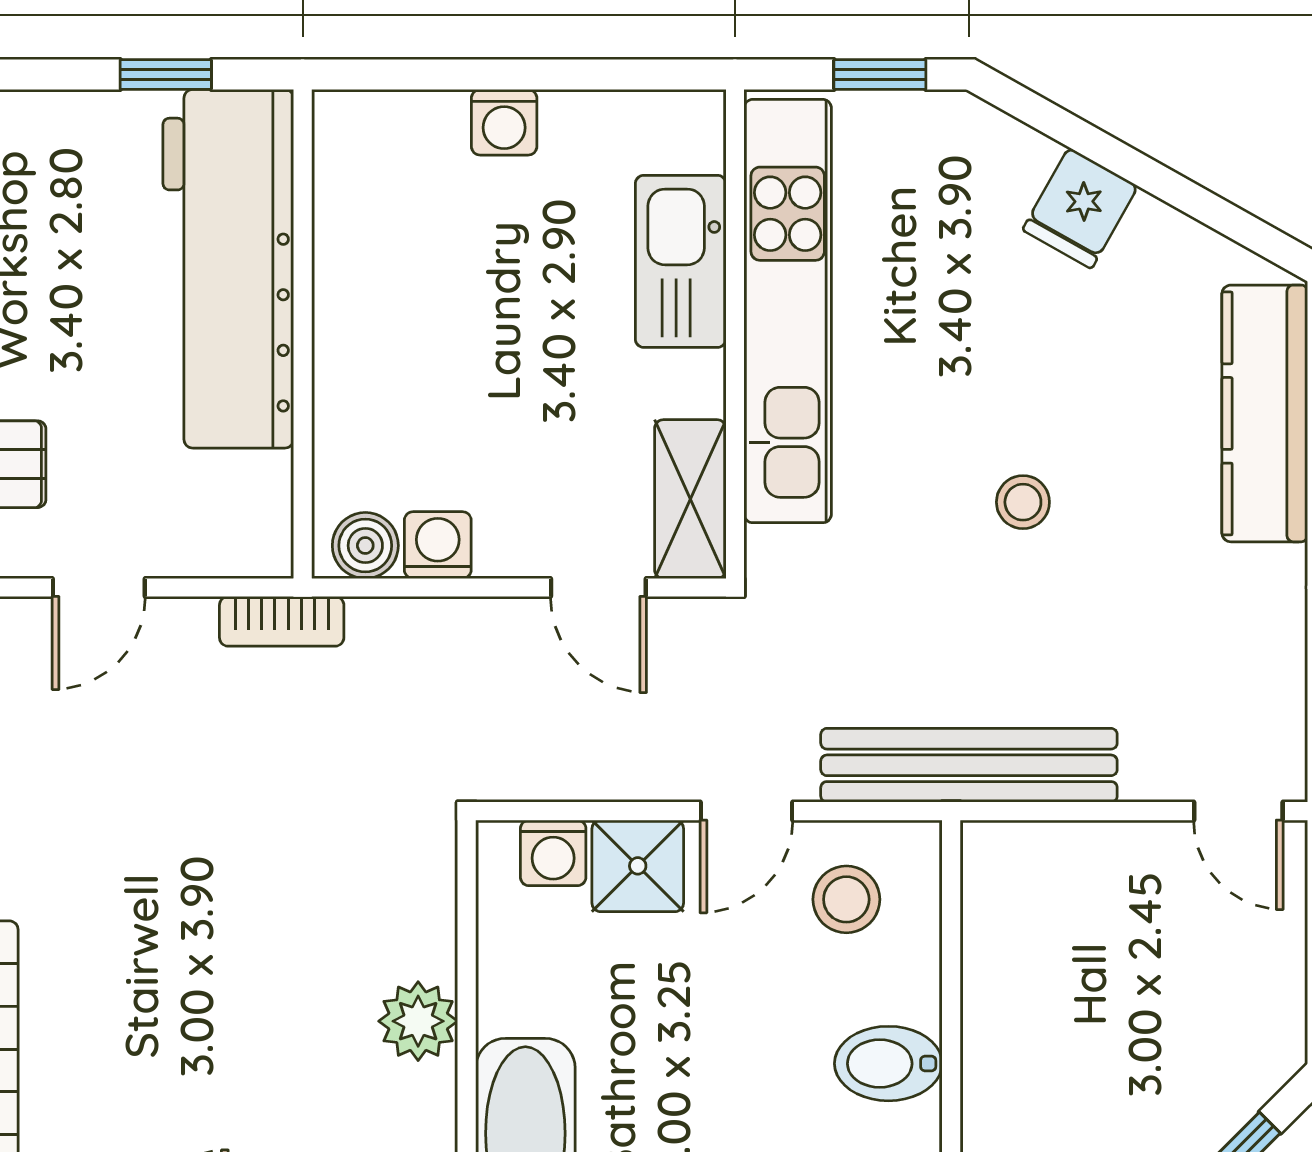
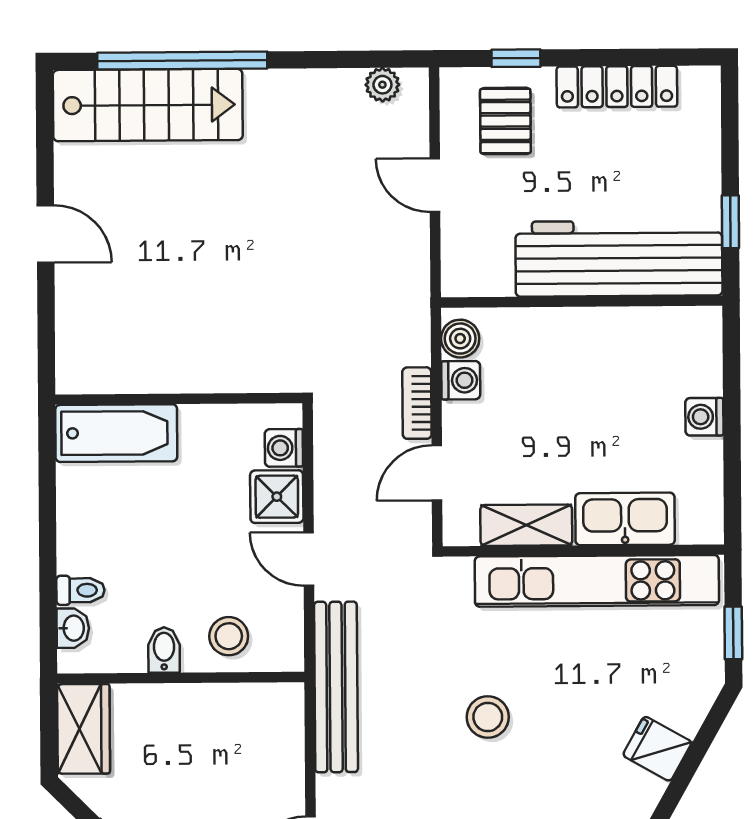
shelving: (690, 499) -> (526, 525), moved
stool: (1023, 502) -> (488, 717), width x1.37, depth x1.37
bookcase: (282, 621) -> (417, 403), moved
stool: (846, 899) -> (229, 636), moved
plant: (418, 1021) -> (186, 371), removed
bidet: (888, 1064) -> (164, 650), width x0.72, depth x0.74

